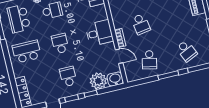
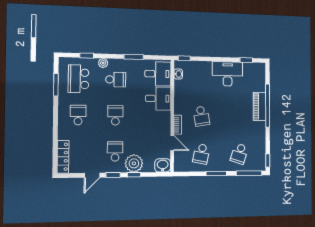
desk: (99, 33) -> (158, 99), moved
school desk: (187, 51) -> (239, 154), turned 42
school desk: (27, 52) -> (78, 115), width x0.54
plant: (98, 81) -> (134, 163), moved

